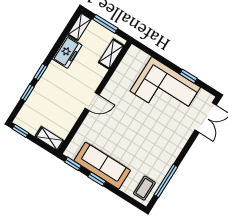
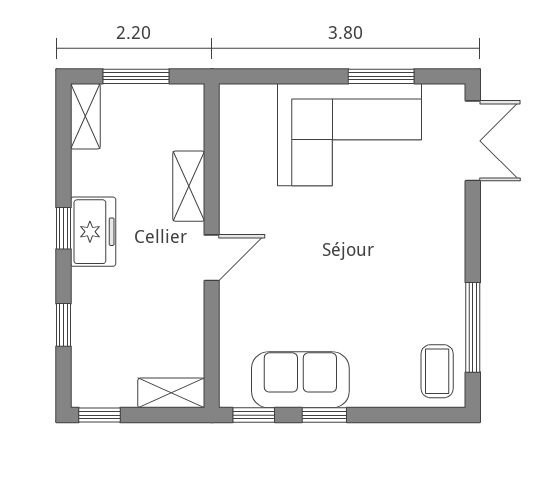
freezer: (67, 52) -> (93, 232), moved
shelving: (111, 54) -> (189, 186), moved
window: (40, 72) -> (63, 228), moved
window: (188, 76) -> (381, 76), width x1.50
sofa: (102, 166) -> (300, 380), width x0.73

